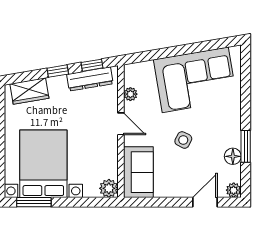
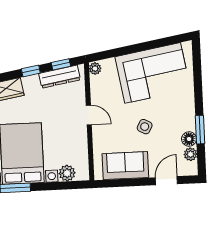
plant: (130, 94) -> (95, 69), moved
sofa: (138, 172) -> (125, 166), moved, turned -90
plant: (109, 188) -> (67, 173), moved
plant: (234, 190) -> (190, 154), moved

